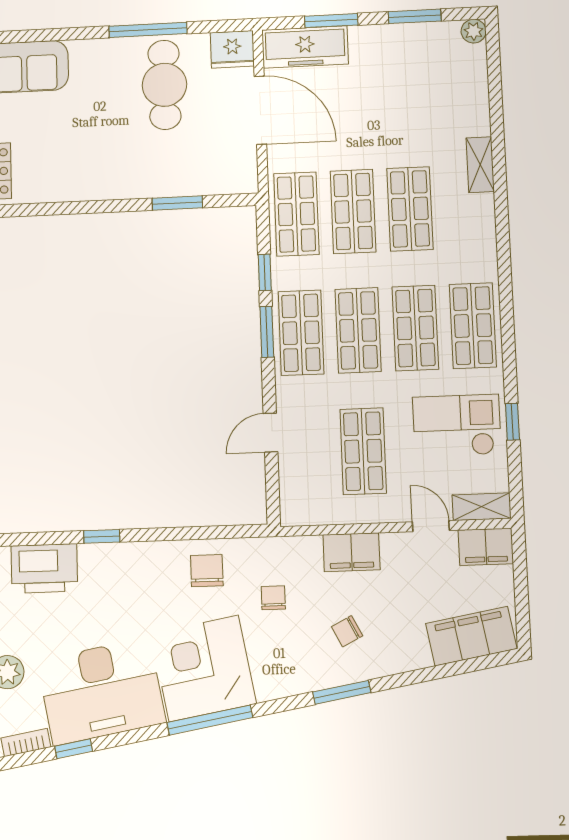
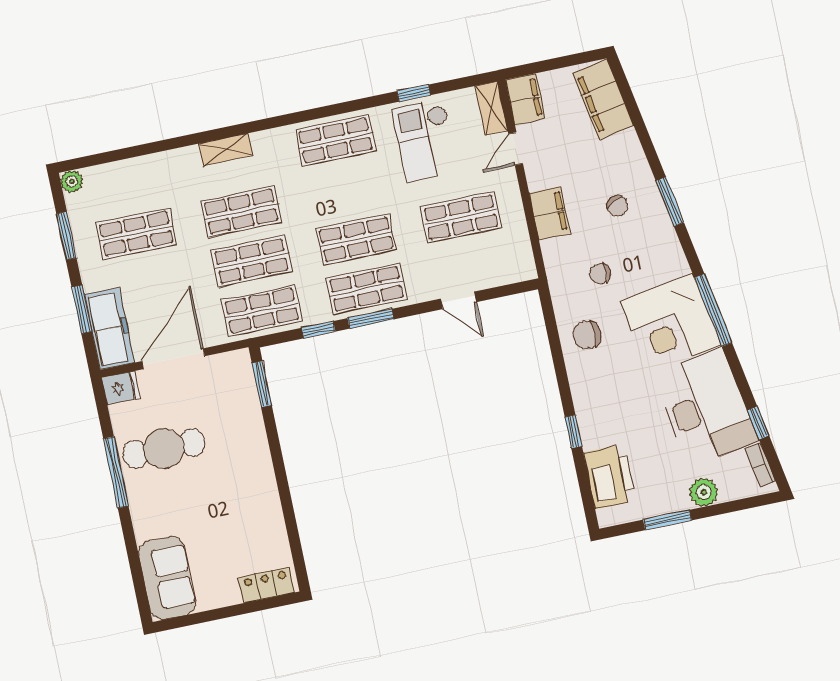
fridge: (232, 49) -> (121, 388), width x0.72
shelving: (480, 165) -> (226, 149), moved
window: (177, 203) -> (262, 384), moved
shop shelf: (415, 328) -> (136, 234), moved

